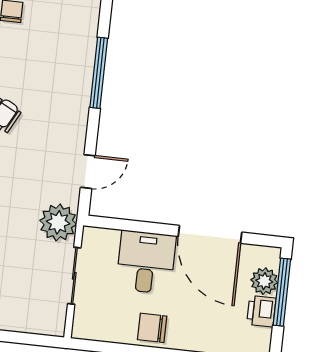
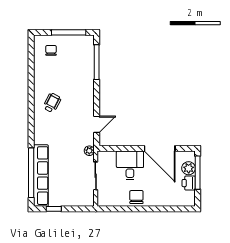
window: (99, 73) -> (97, 62), moved
plant: (58, 222) -> (89, 151), width x0.53, depth x0.53
chair: (152, 328) -> (136, 197), turned 90

